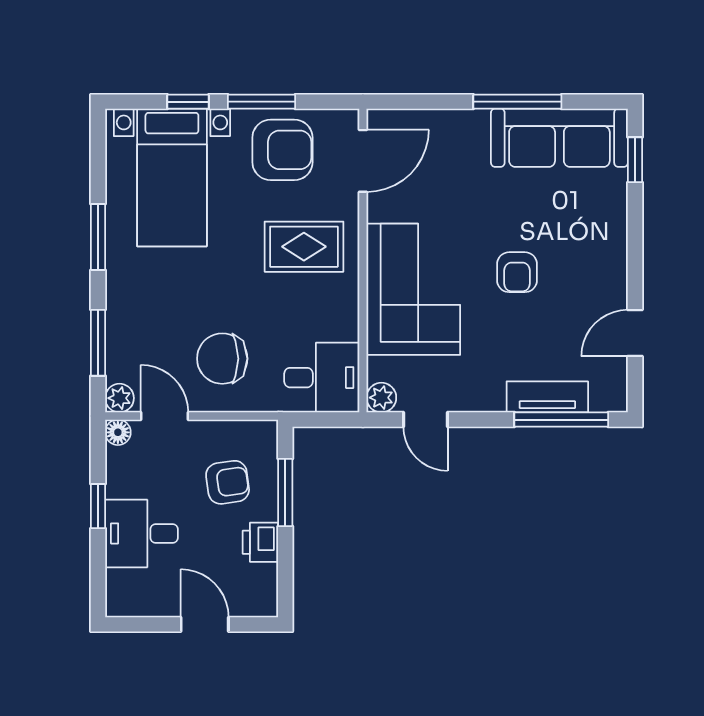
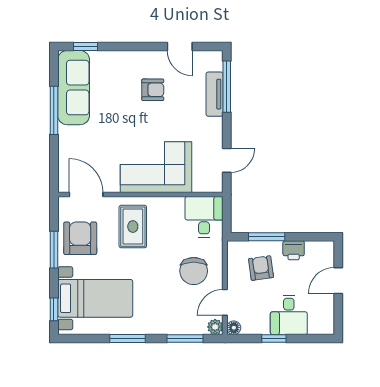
window: (188, 102) -> (54, 309), moved
armchair: (517, 272) -> (153, 90), moved
plant: (381, 398) -> (215, 184), removed

